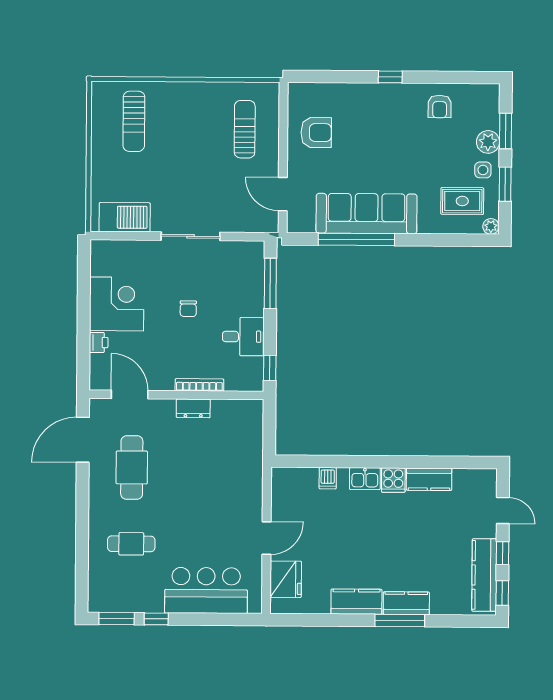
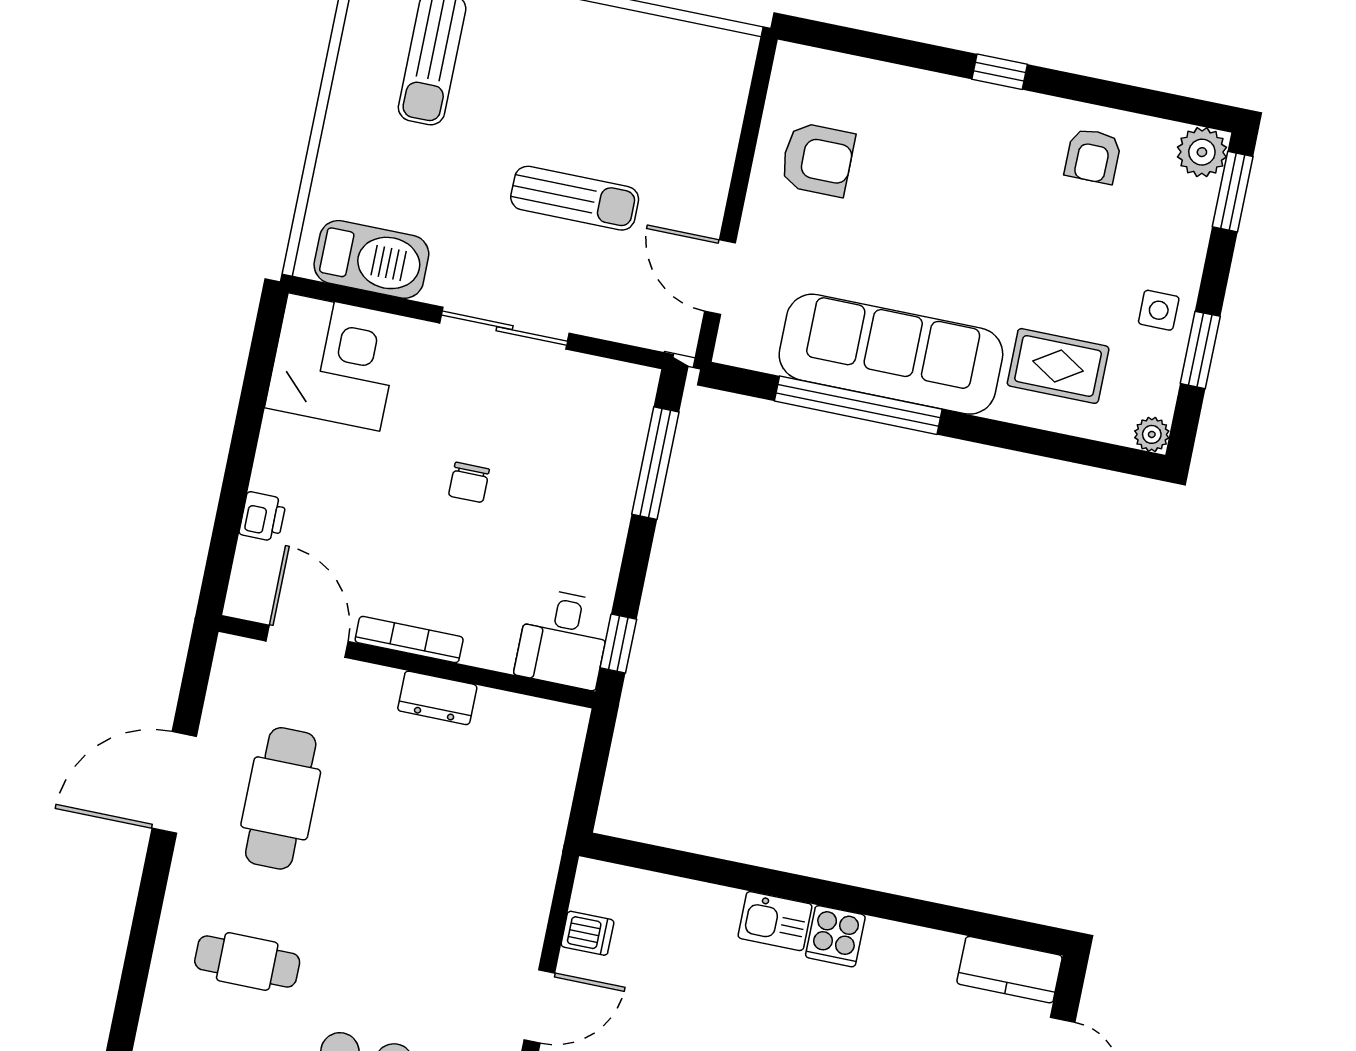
sun lounger: (245, 129) -> (575, 198), moved, turned 90
window: (505, 131) -> (1233, 192), moved
plant: (488, 142) -> (1202, 152), moved
rug: (462, 201) -> (1058, 366), moved
corner desk: (117, 304) -> (334, 362), moved
desk: (243, 337) -> (563, 639), moved, turned 90
bookcase: (199, 385) -> (409, 640), moved
door: (83, 440) -> (174, 782), moved
dishwasher: (328, 478) -> (587, 933), moved, turned -90
kitchen counter: (429, 479) -> (1010, 970), moved

